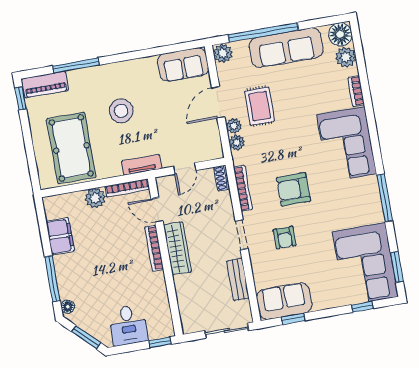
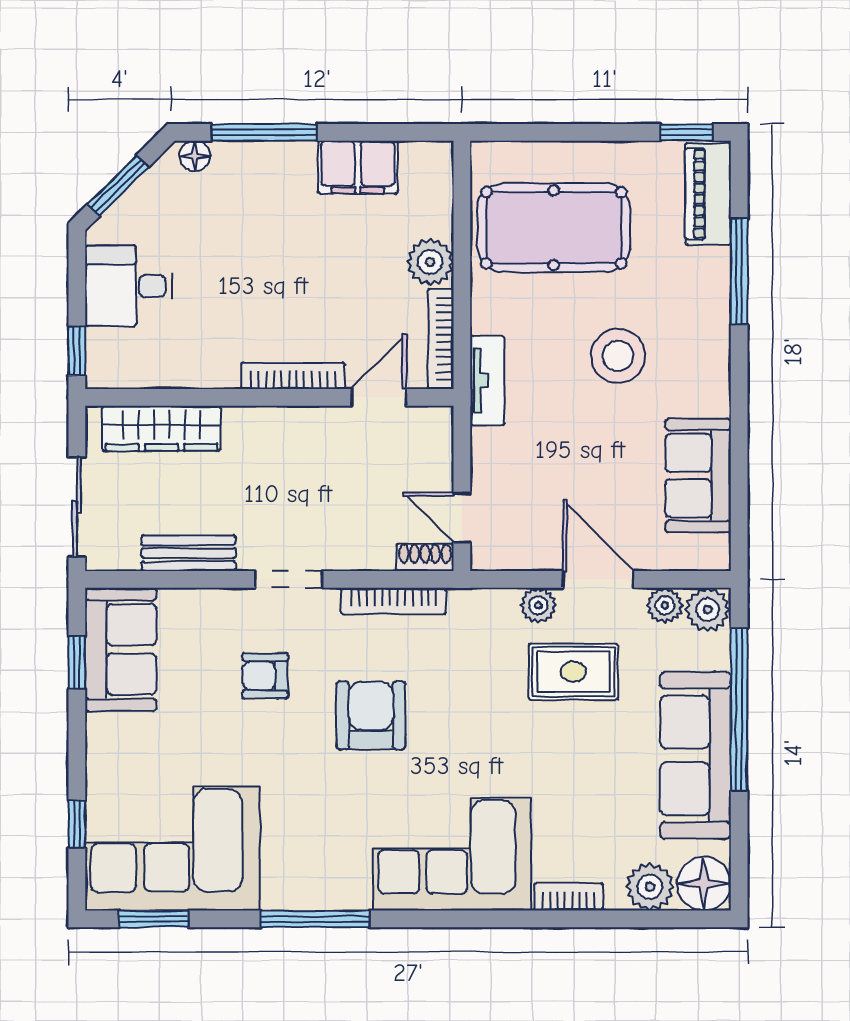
sofa: (183, 65) -> (698, 476), moved
plant: (237, 143) -> (665, 605), moved
door: (185, 168) -> (462, 517), moved
wardrobe: (177, 248) -> (161, 428), moved

